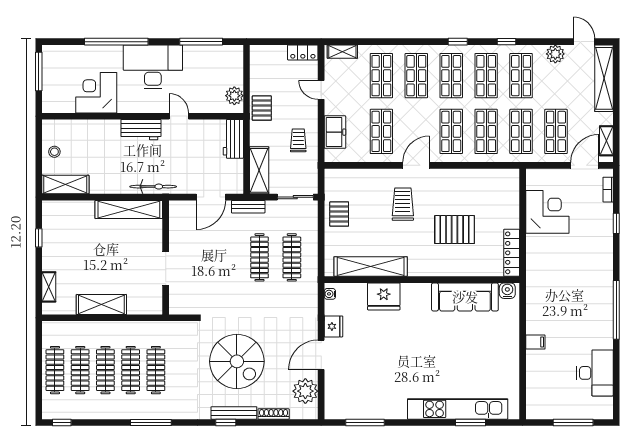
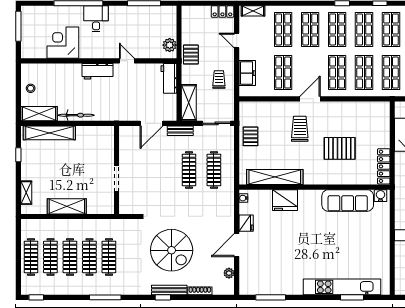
desk: (153, 67) -> (96, 19), width x0.53, depth x0.77
bicycle: (153, 187) -> (76, 115), moved
shelving: (129, 209) -> (49, 133), moved
plant: (305, 391) -> (229, 273), width x0.53, depth x0.53

